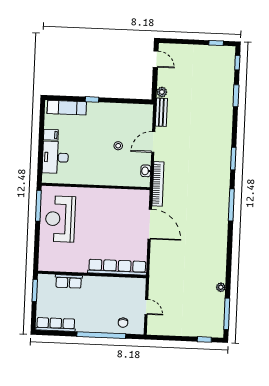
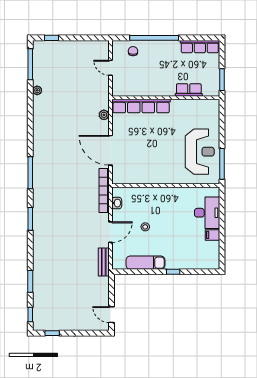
plant: (162, 92) -> (104, 115), moved
exam couch: (67, 108) -> (145, 263), moved

